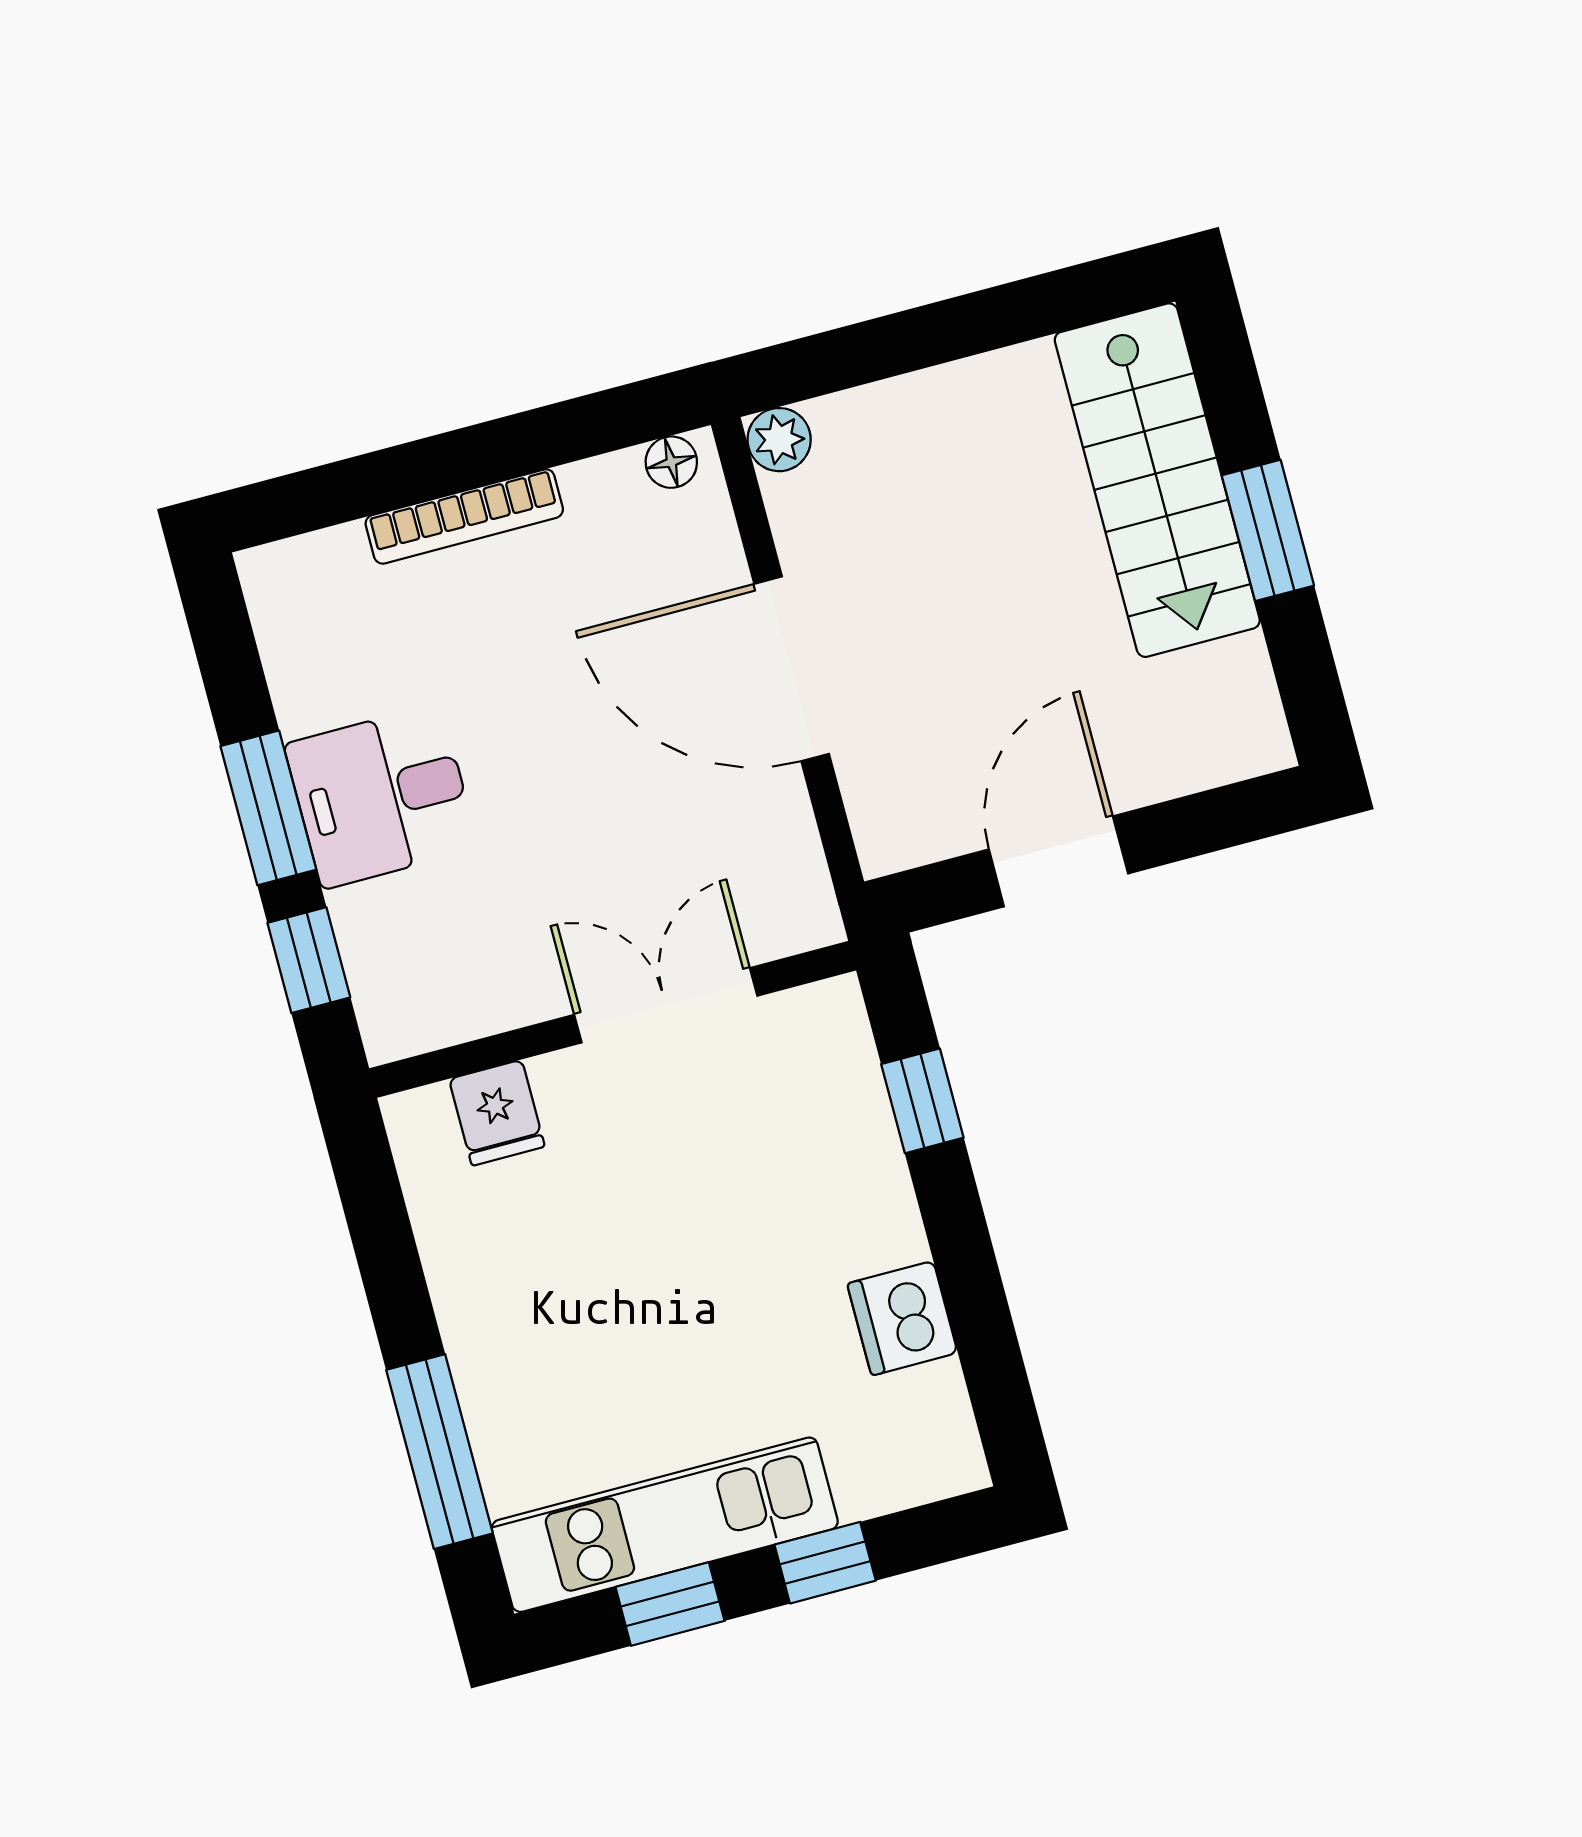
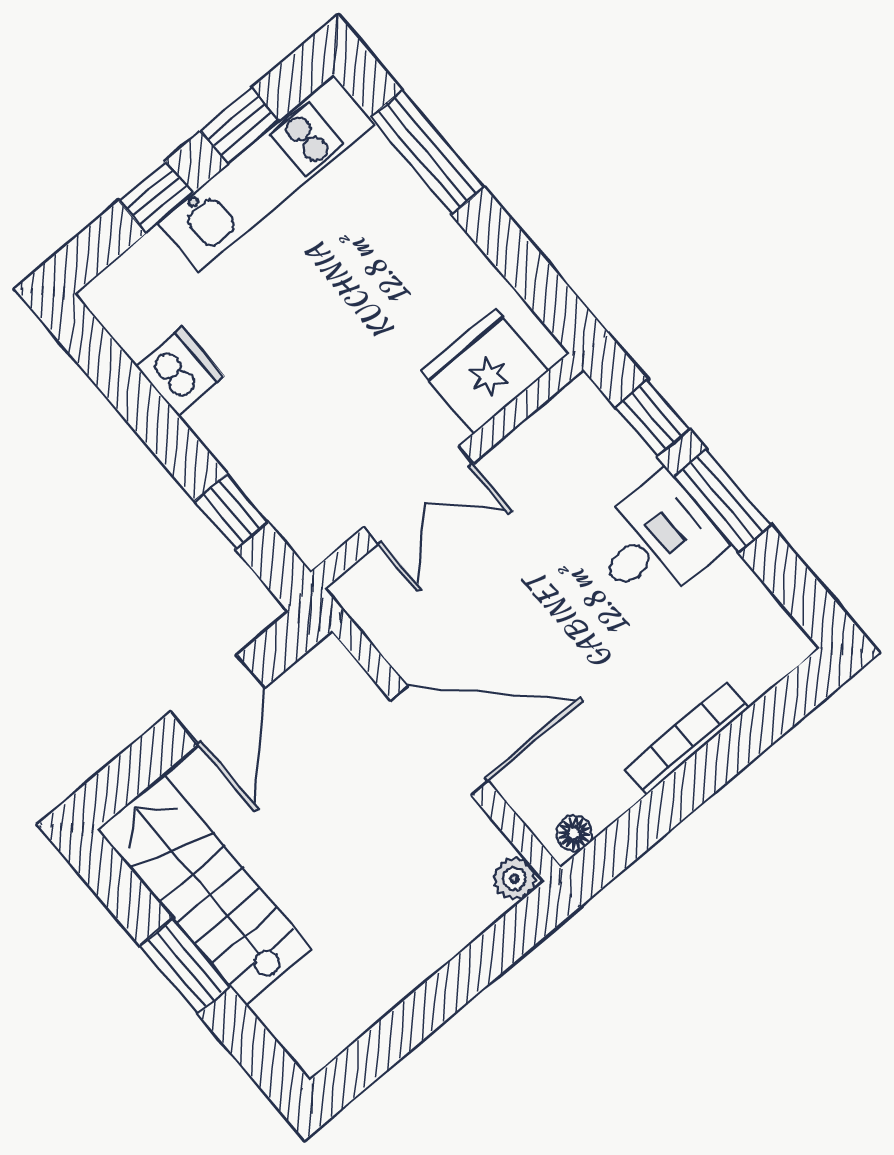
stairs: (1157, 480) -> (204, 889), moved
fridge: (497, 1113) -> (484, 371), width x1.88, depth x1.34

